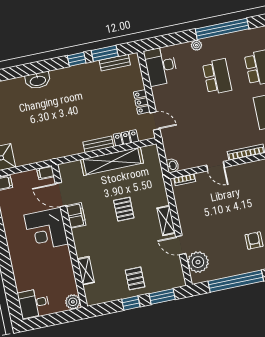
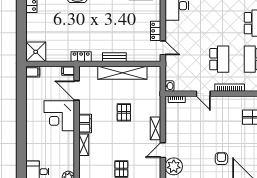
school desk: (217, 77) -> (219, 59), moved
locker: (126, 138) -> (81, 57), moved
filing cabinet: (76, 215) -> (85, 123), moved
door: (181, 245) -> (163, 150), hinge flipped
shelving: (86, 271) -> (84, 145), moved

